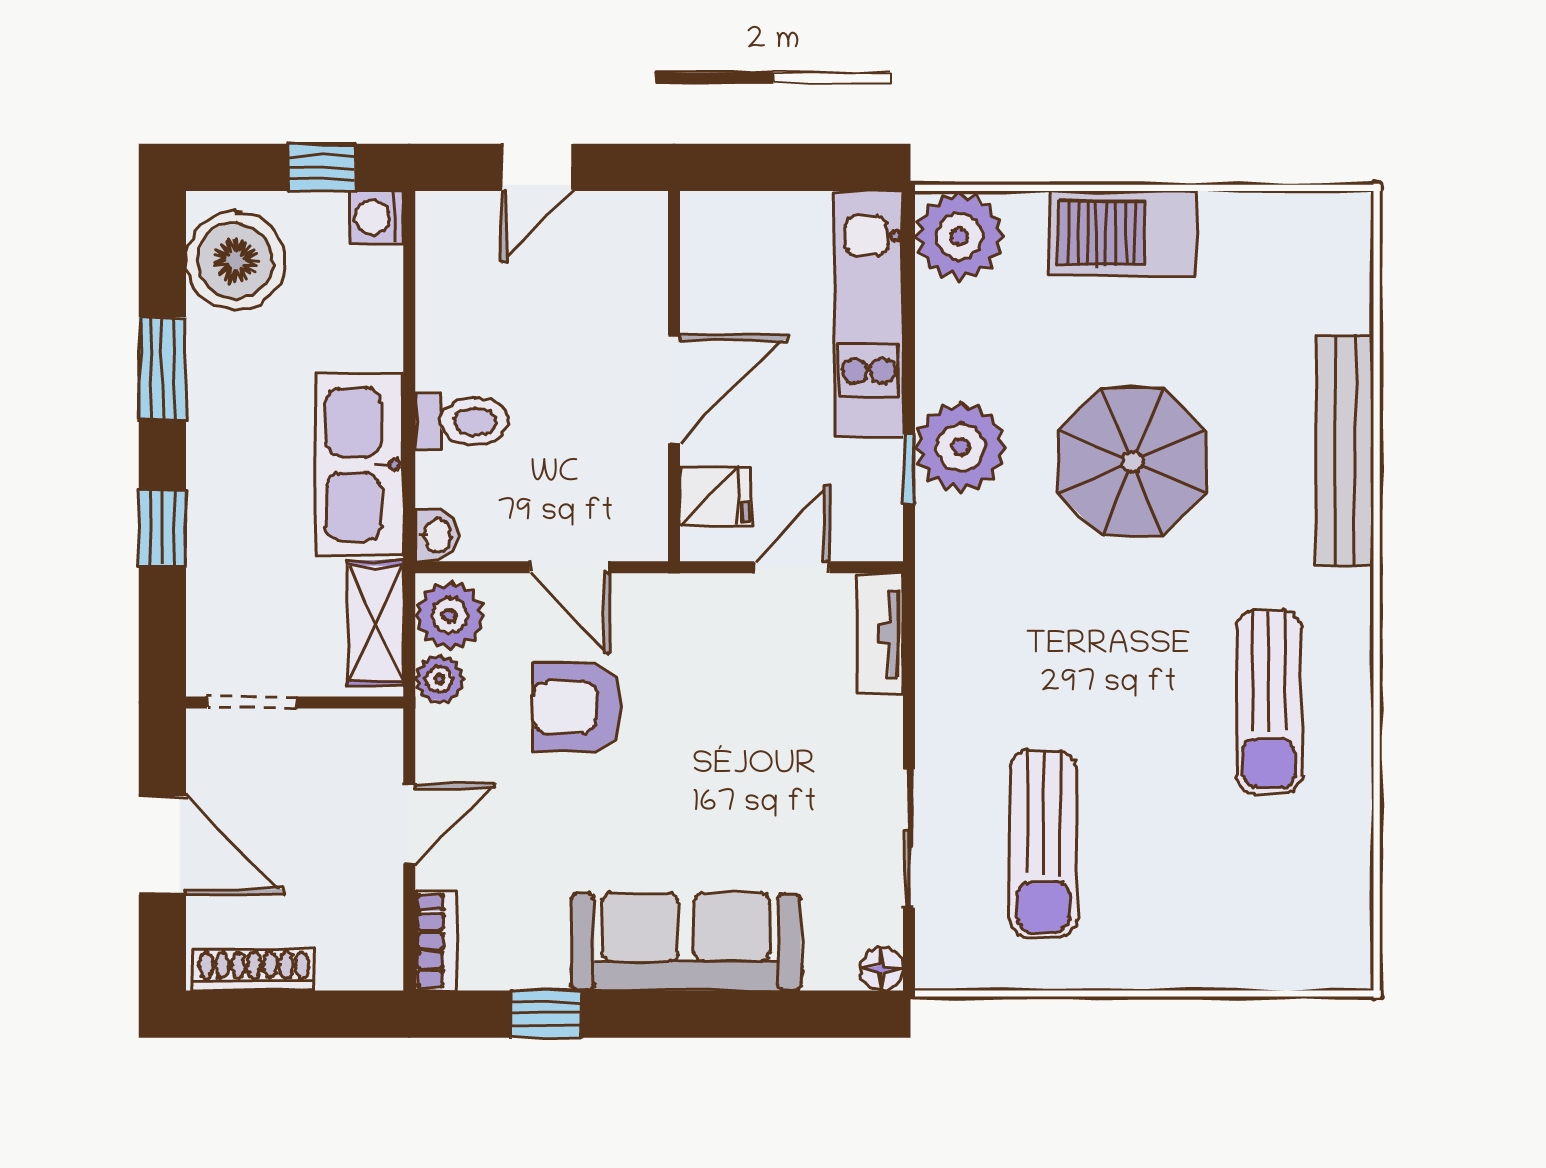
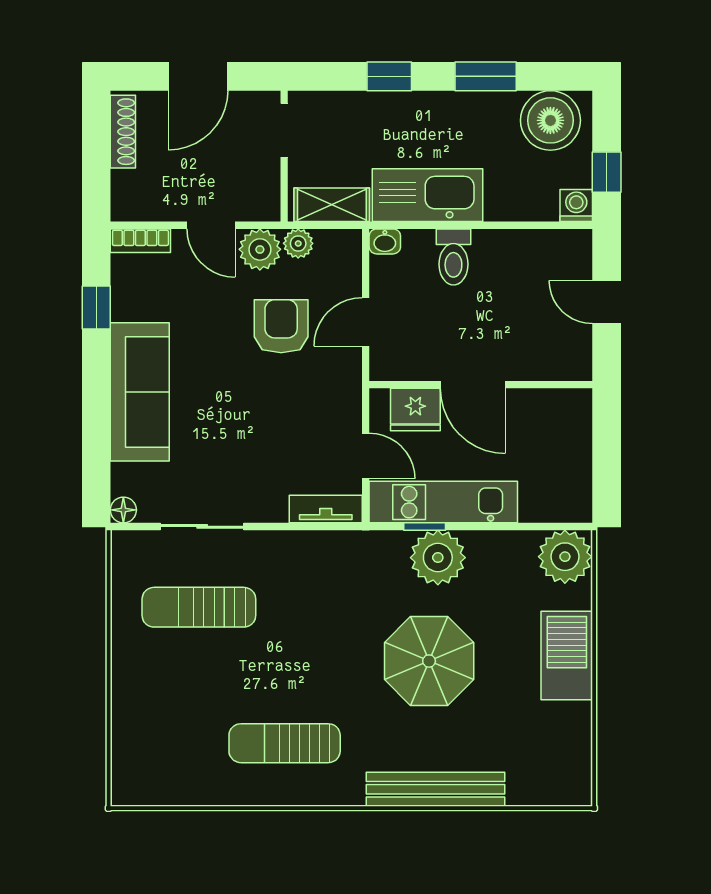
kitchen unit: (869, 315) -> (443, 502), moved
fridge: (715, 496) -> (415, 410), width x1.38
plant: (450, 616) -> (260, 249), moved

